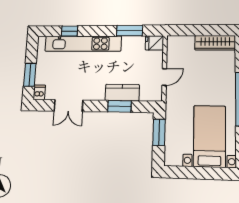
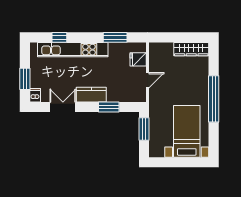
fridge: (154, 43) -> (138, 59), moved
kitchen counter: (122, 93) -> (91, 95), moved
double door: (68, 106) -> (63, 107), swing flipped

